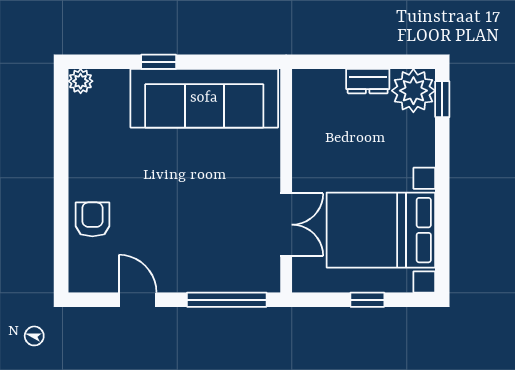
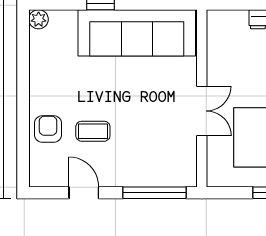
coffee table: (149, 222) -> (93, 131), added
double door: (286, 225) -> (202, 111), moved

